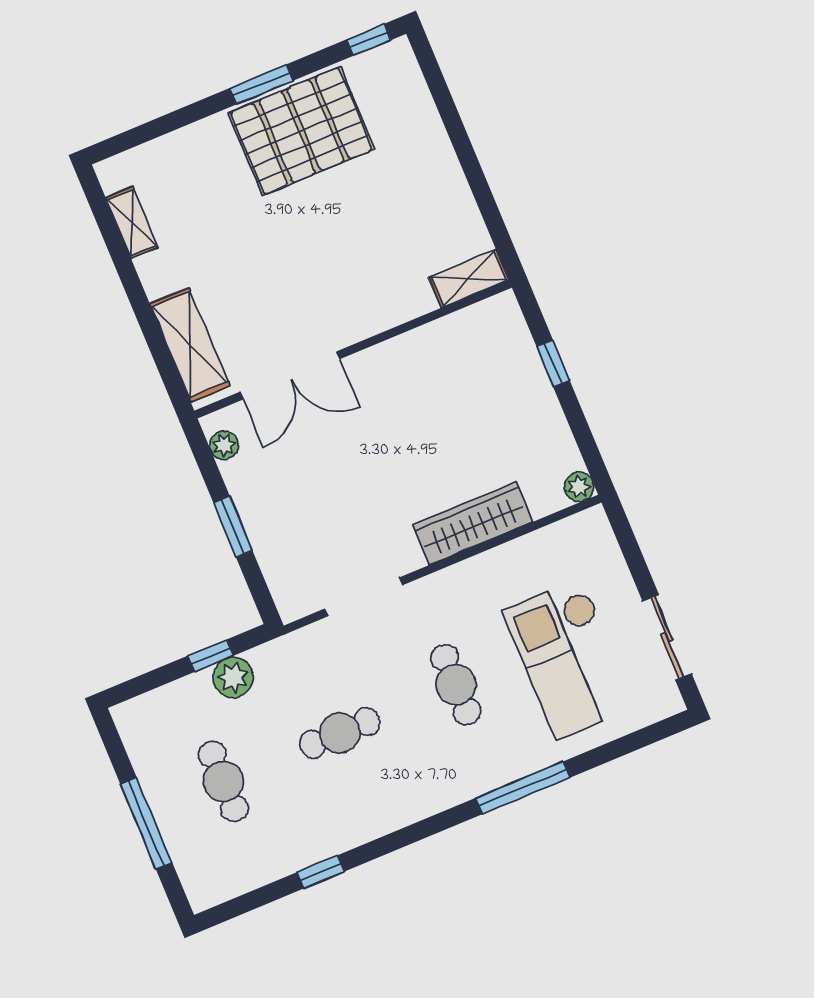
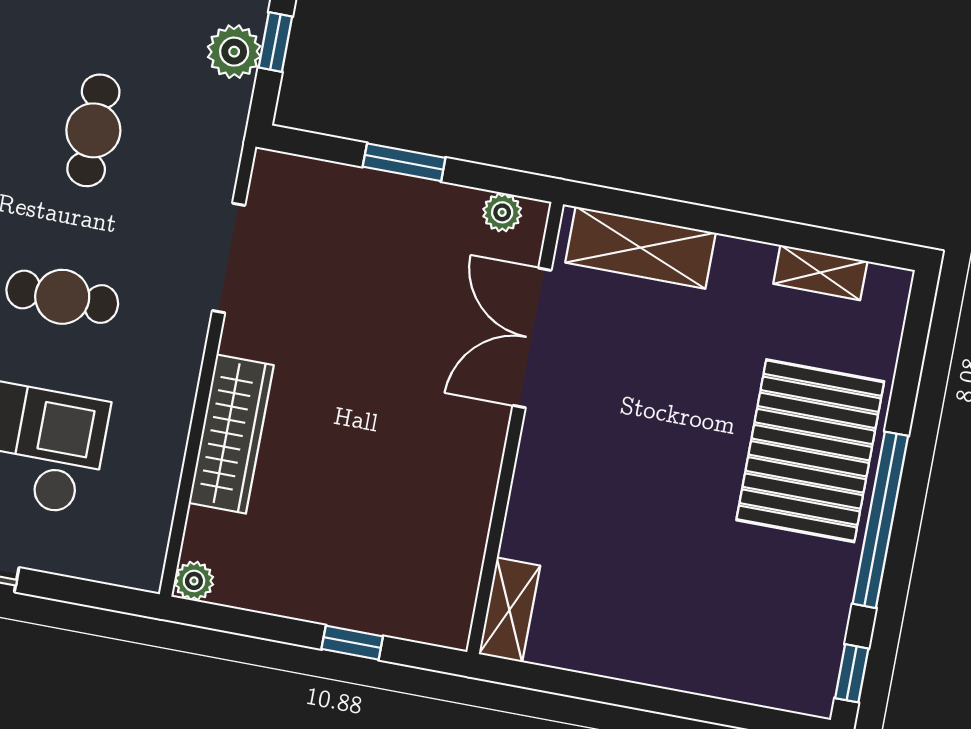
window: (261, 84) -> (880, 520), width x2.11
pallet: (301, 131) -> (810, 451), moved

